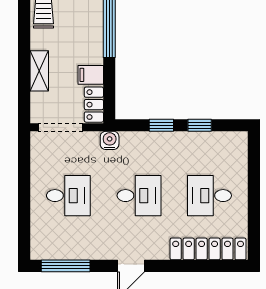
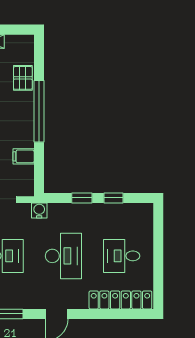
locker: (94, 105) -> (26, 181), removed
desk: (139, 196) -> (63, 256), width x1.37

